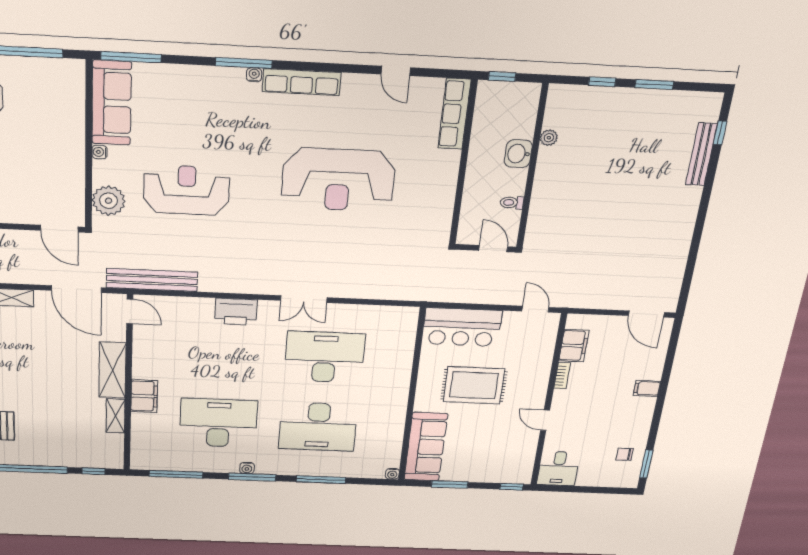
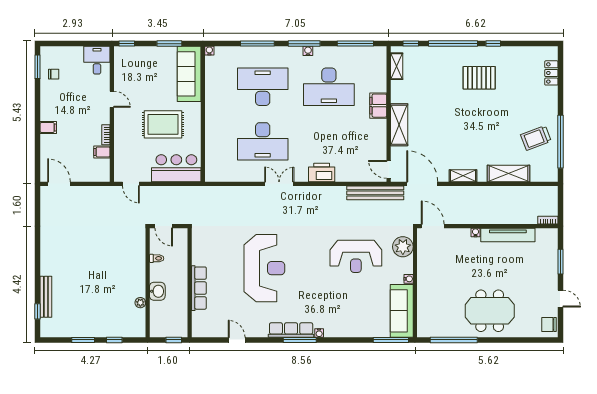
window: (244, 63) -> (300, 340), moved
row of seats: (454, 114) -> (199, 288), moved
reception desk: (338, 180) -> (264, 268), turned 90
filing cabinet: (574, 346) -> (102, 152), width x0.50
shelving: (116, 416) -> (397, 66), moved

